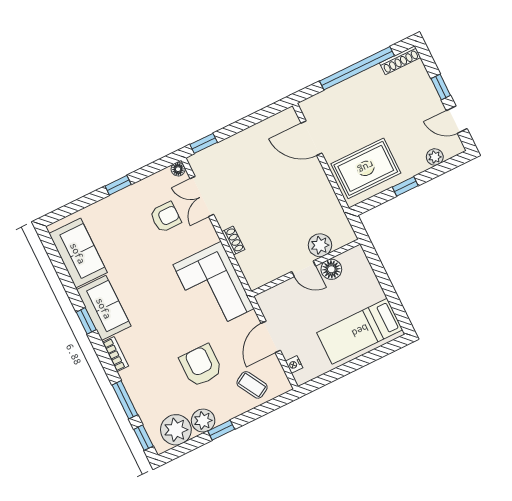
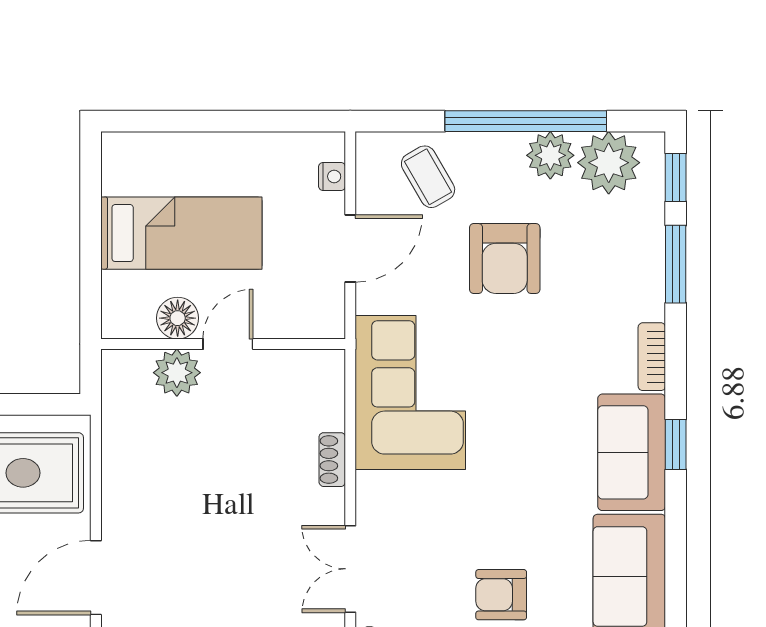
door: (311, 138) -> (96, 578), swing flipped
double door: (202, 196) -> (350, 569), swing flipped
armchair: (165, 217) -> (501, 595), moved
door: (304, 269) -> (228, 344), hinge flipped
bed: (360, 331) -> (181, 233), moved
window: (221, 430) -> (526, 121), width x3.17

